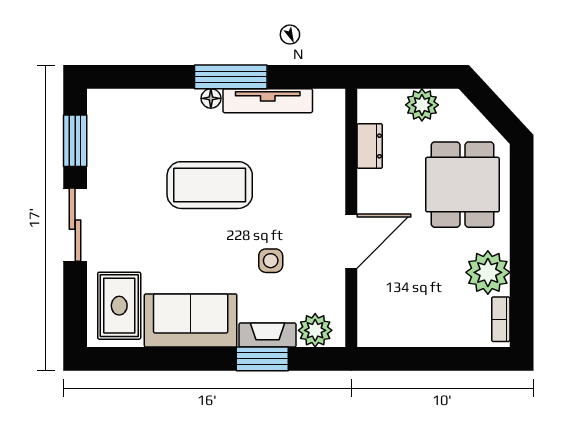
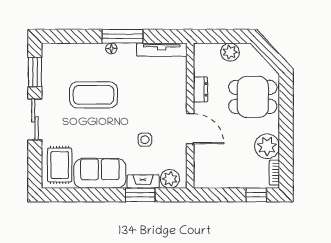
tv unit: (268, 101) -> (162, 50), moved
dresser: (370, 146) -> (201, 89), moved
coffee table: (210, 185) -> (93, 95), moved
dining table: (462, 185) -> (253, 97), turned 90
door: (351, 241) -> (190, 129), hinge flipped
window: (469, 359) -> (256, 195), added

